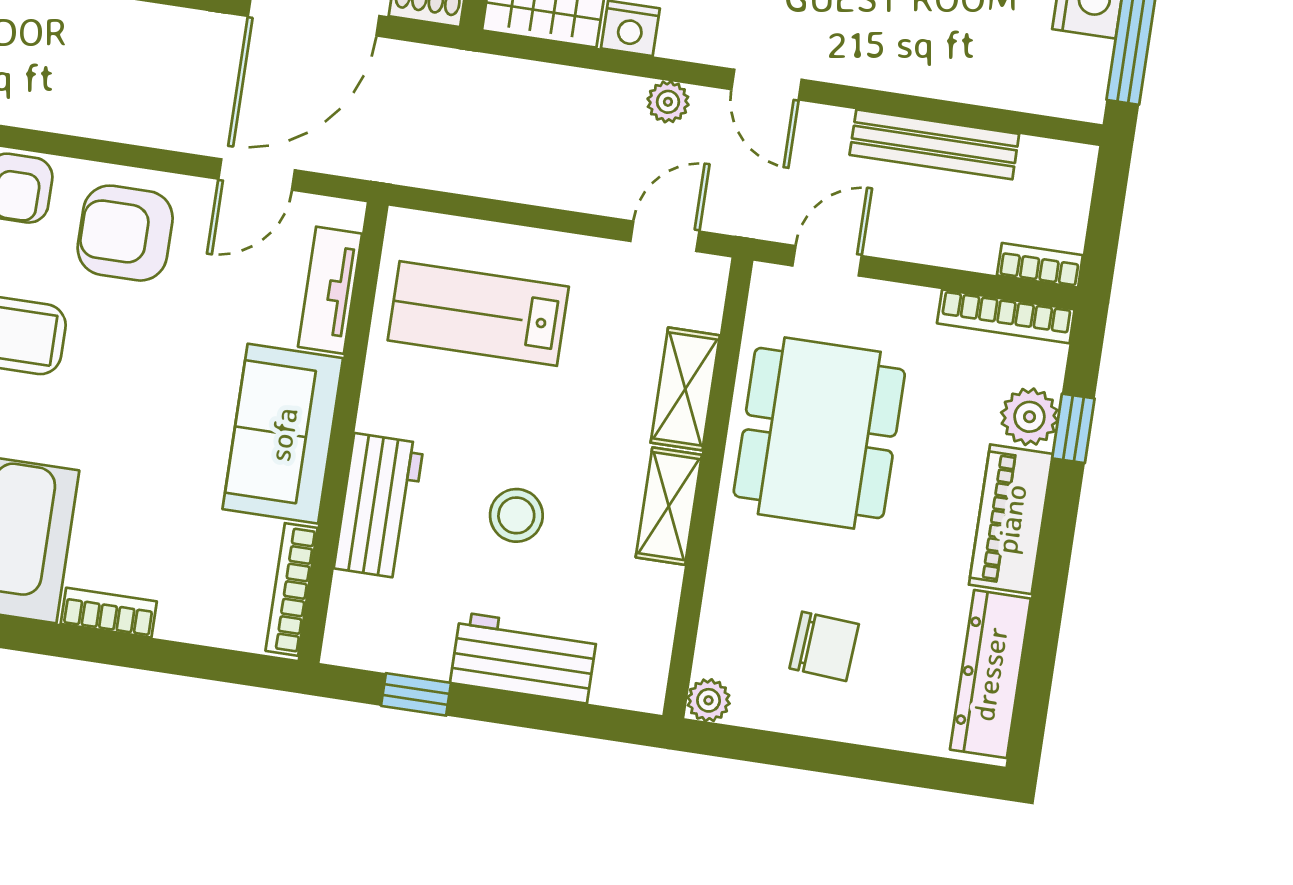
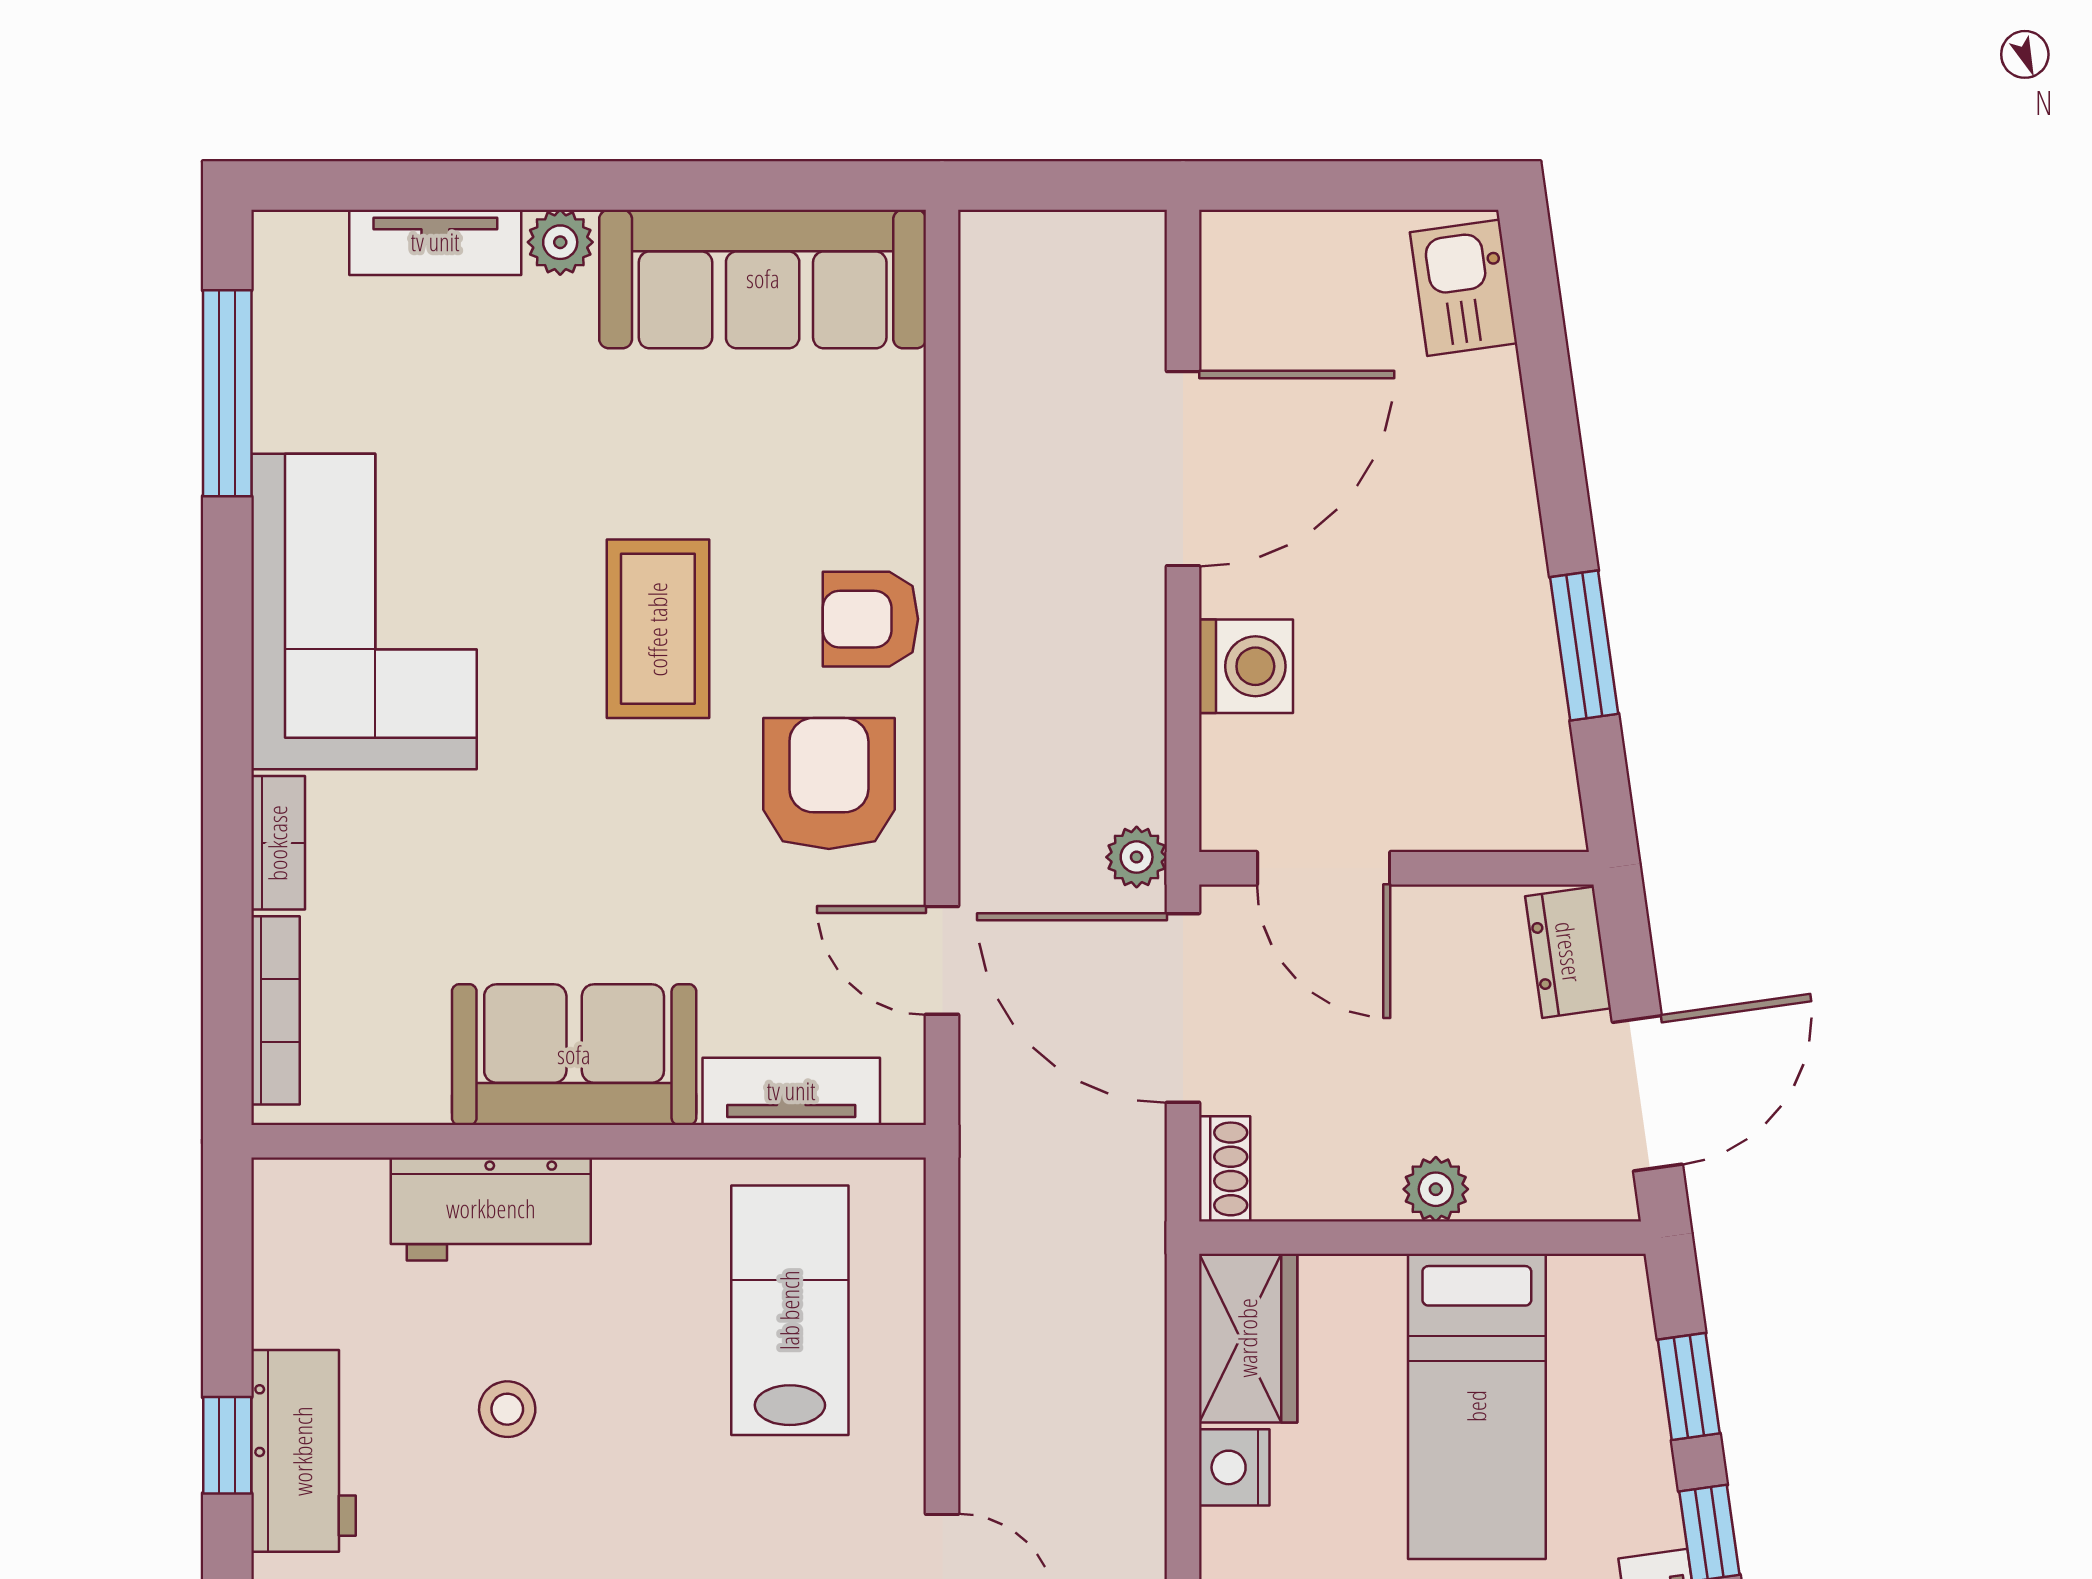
plant: (668, 102) -> (1137, 857), moved
stool: (516, 515) -> (507, 1409), width x0.73, depth x0.73
bookcase: (291, 589) -> (275, 1010), moved, turned 90
window: (416, 694) -> (227, 1445), moved

